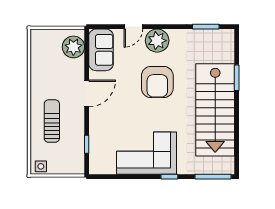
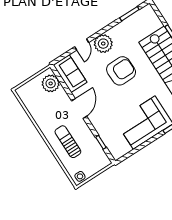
armchair: (157, 82) -> (121, 71), turned -91

